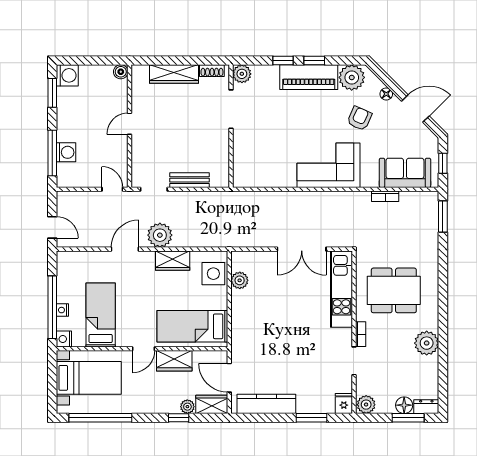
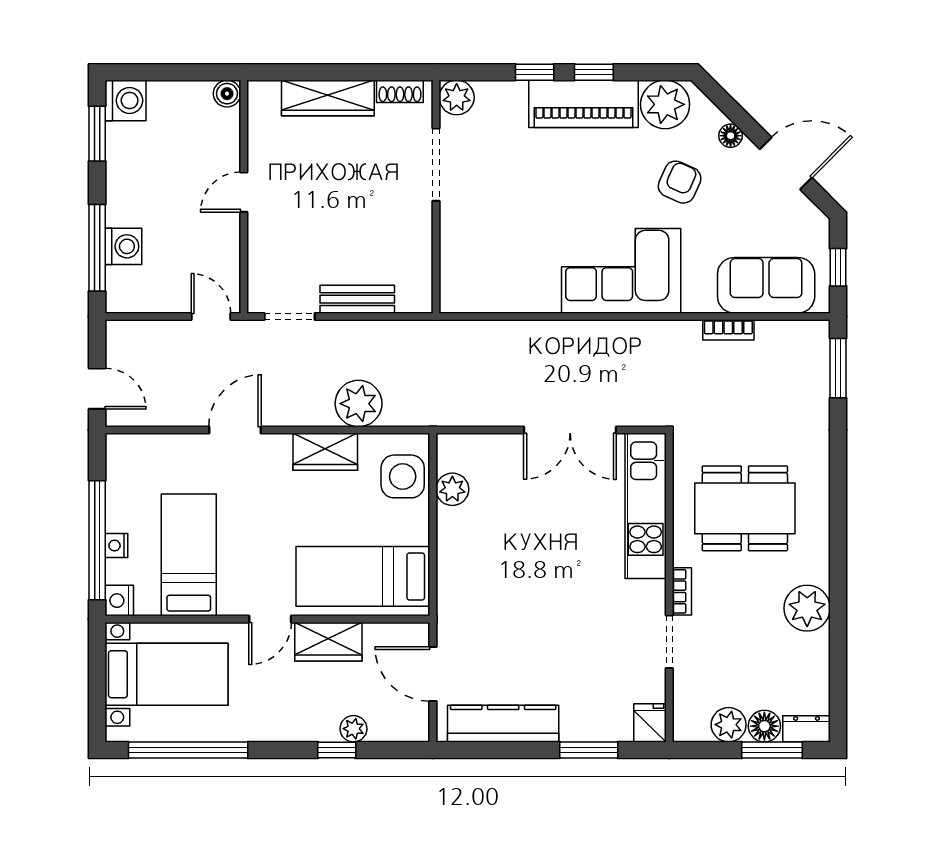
plant: (160, 235) -> (359, 404), moved
wardrobe: (212, 404) -> (400, 725), removed
plant: (366, 405) -> (729, 725), moved

